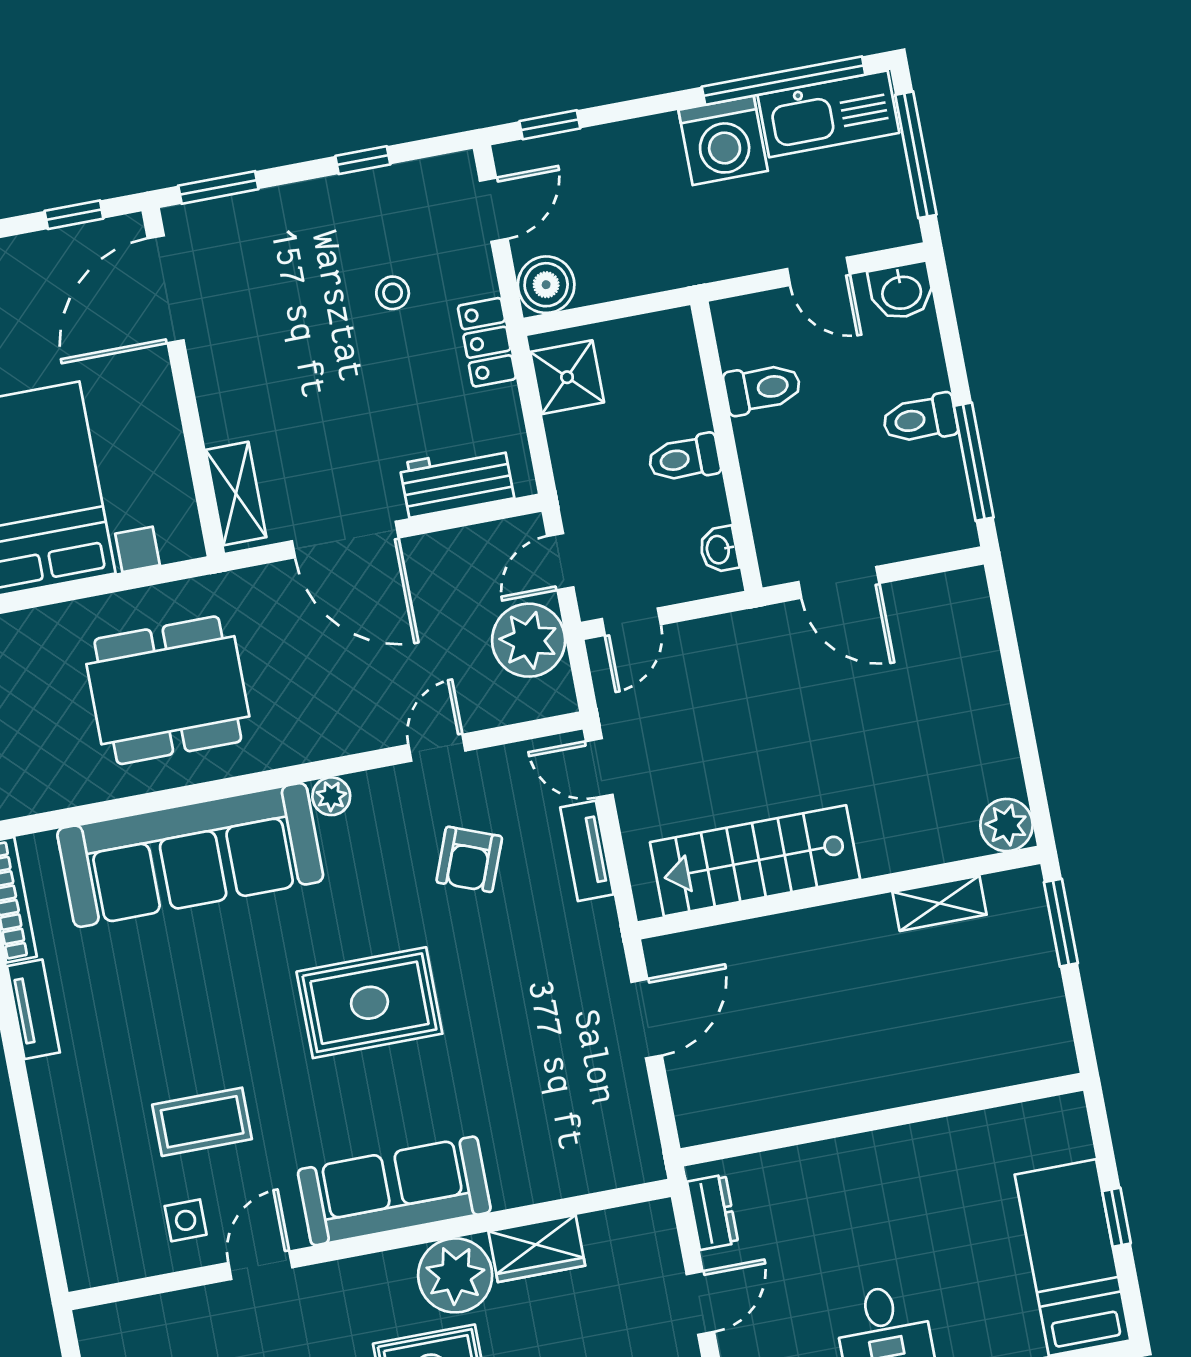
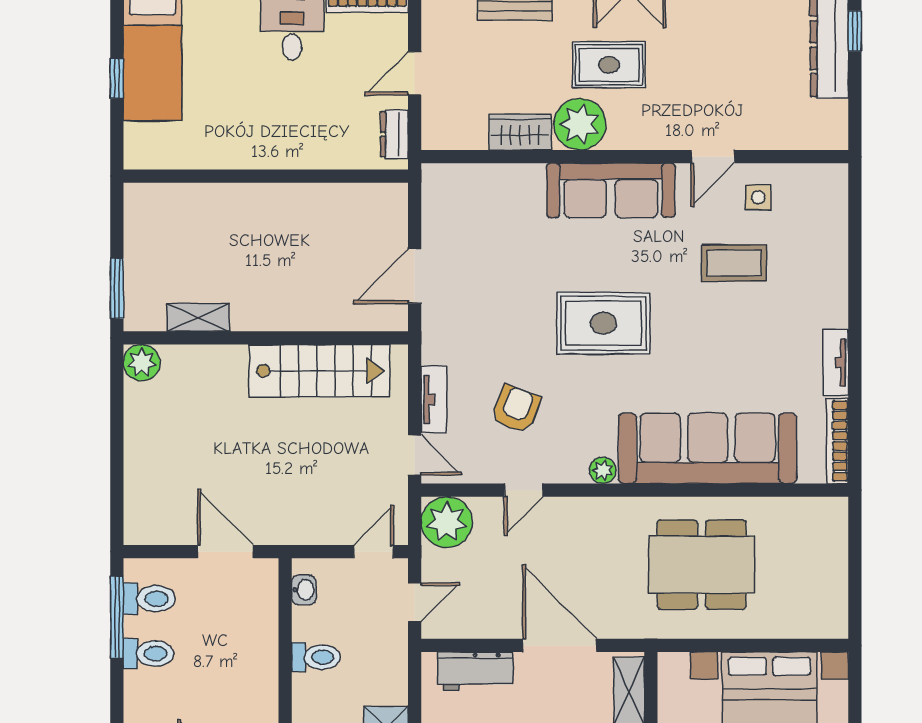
toilet: (763, 388) -> (149, 599), moved, turned 180
plant: (529, 640) -> (447, 522), moved

